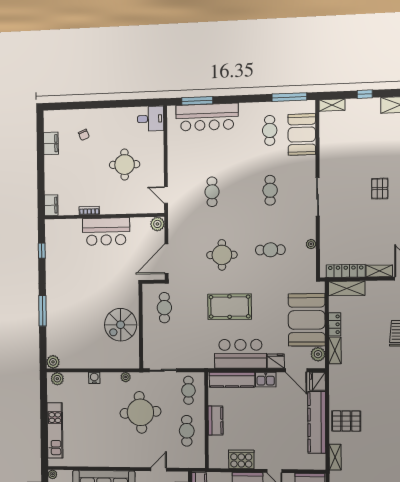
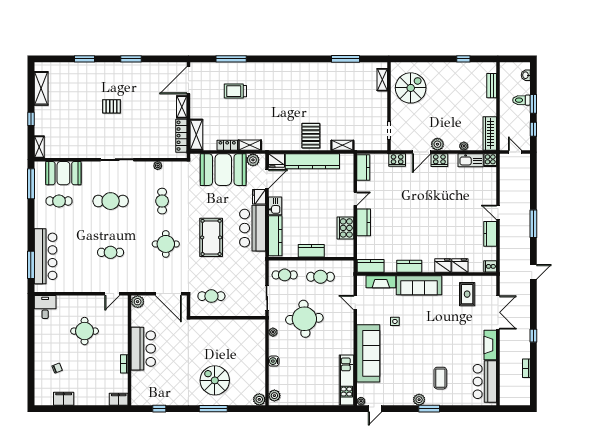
cafe table: (270, 190) -> (111, 201), width x1.37, depth x1.35
spiral stairs: (121, 325) -> (215, 380), moved, turned 180
kitchen unit: (55, 430) -> (346, 380), moved, turned -90

